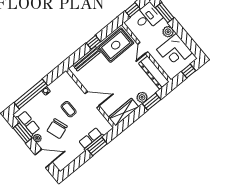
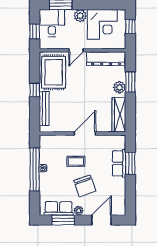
door: (143, 48) -> (76, 50), hinge flipped
window: (31, 94) -> (35, 169), moved

